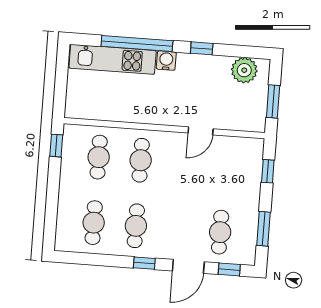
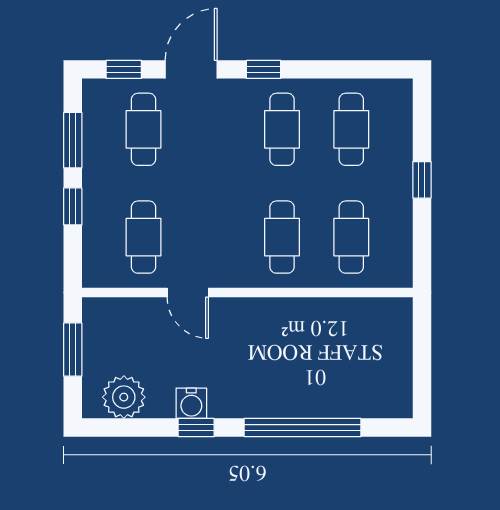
kitchen unit: (113, 59) -> (341, 399), removed
water cooler: (166, 61) -> (191, 403), moved
door: (201, 131) -> (188, 293), swing flipped
window: (56, 146) -> (422, 180), moved
cafe table: (225, 167) -> (144, 237), added
window: (268, 171) -> (73, 206), moved

